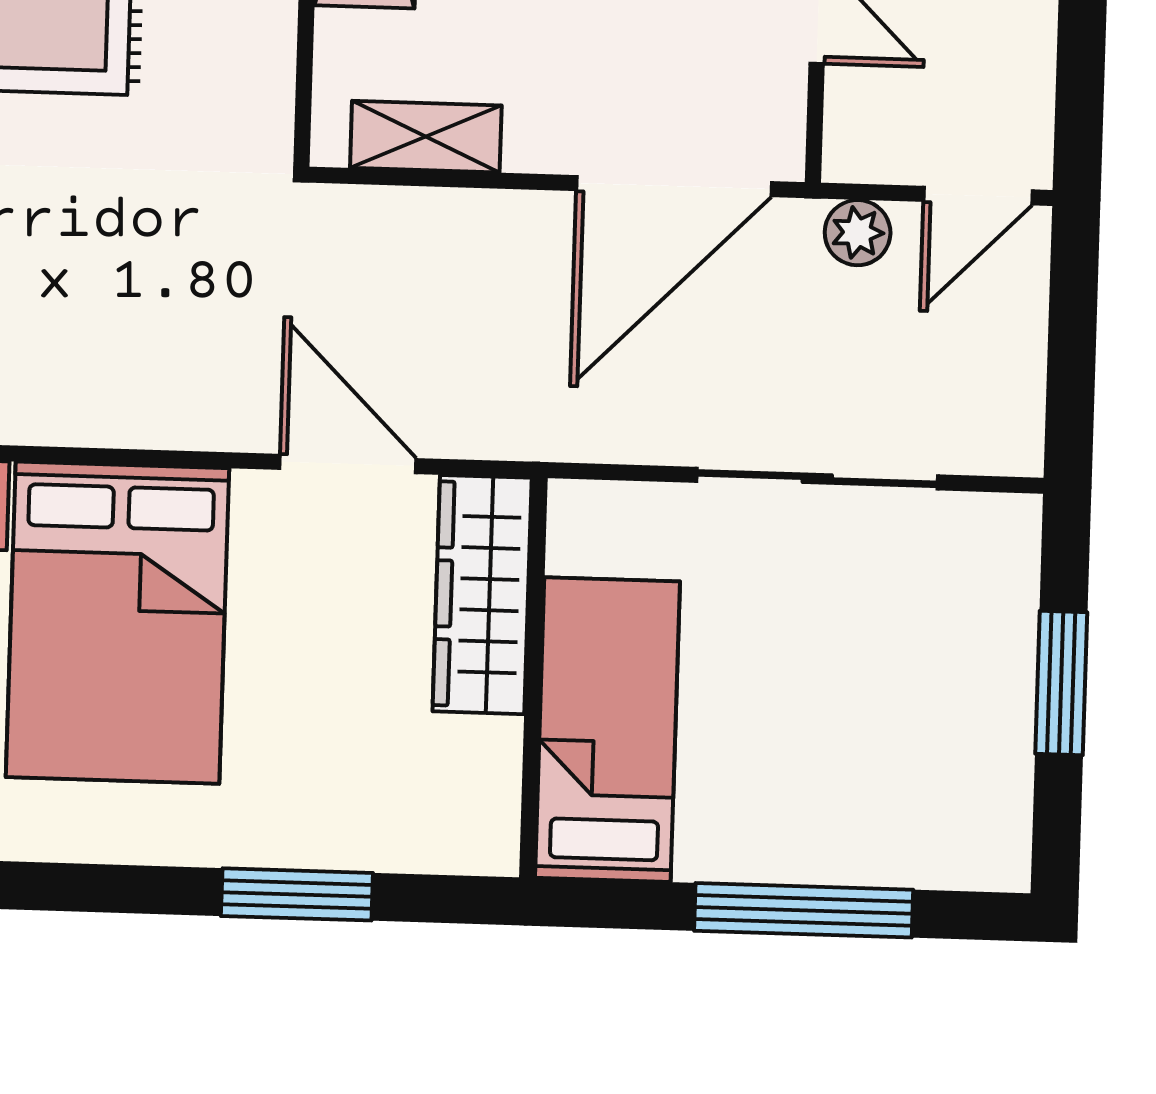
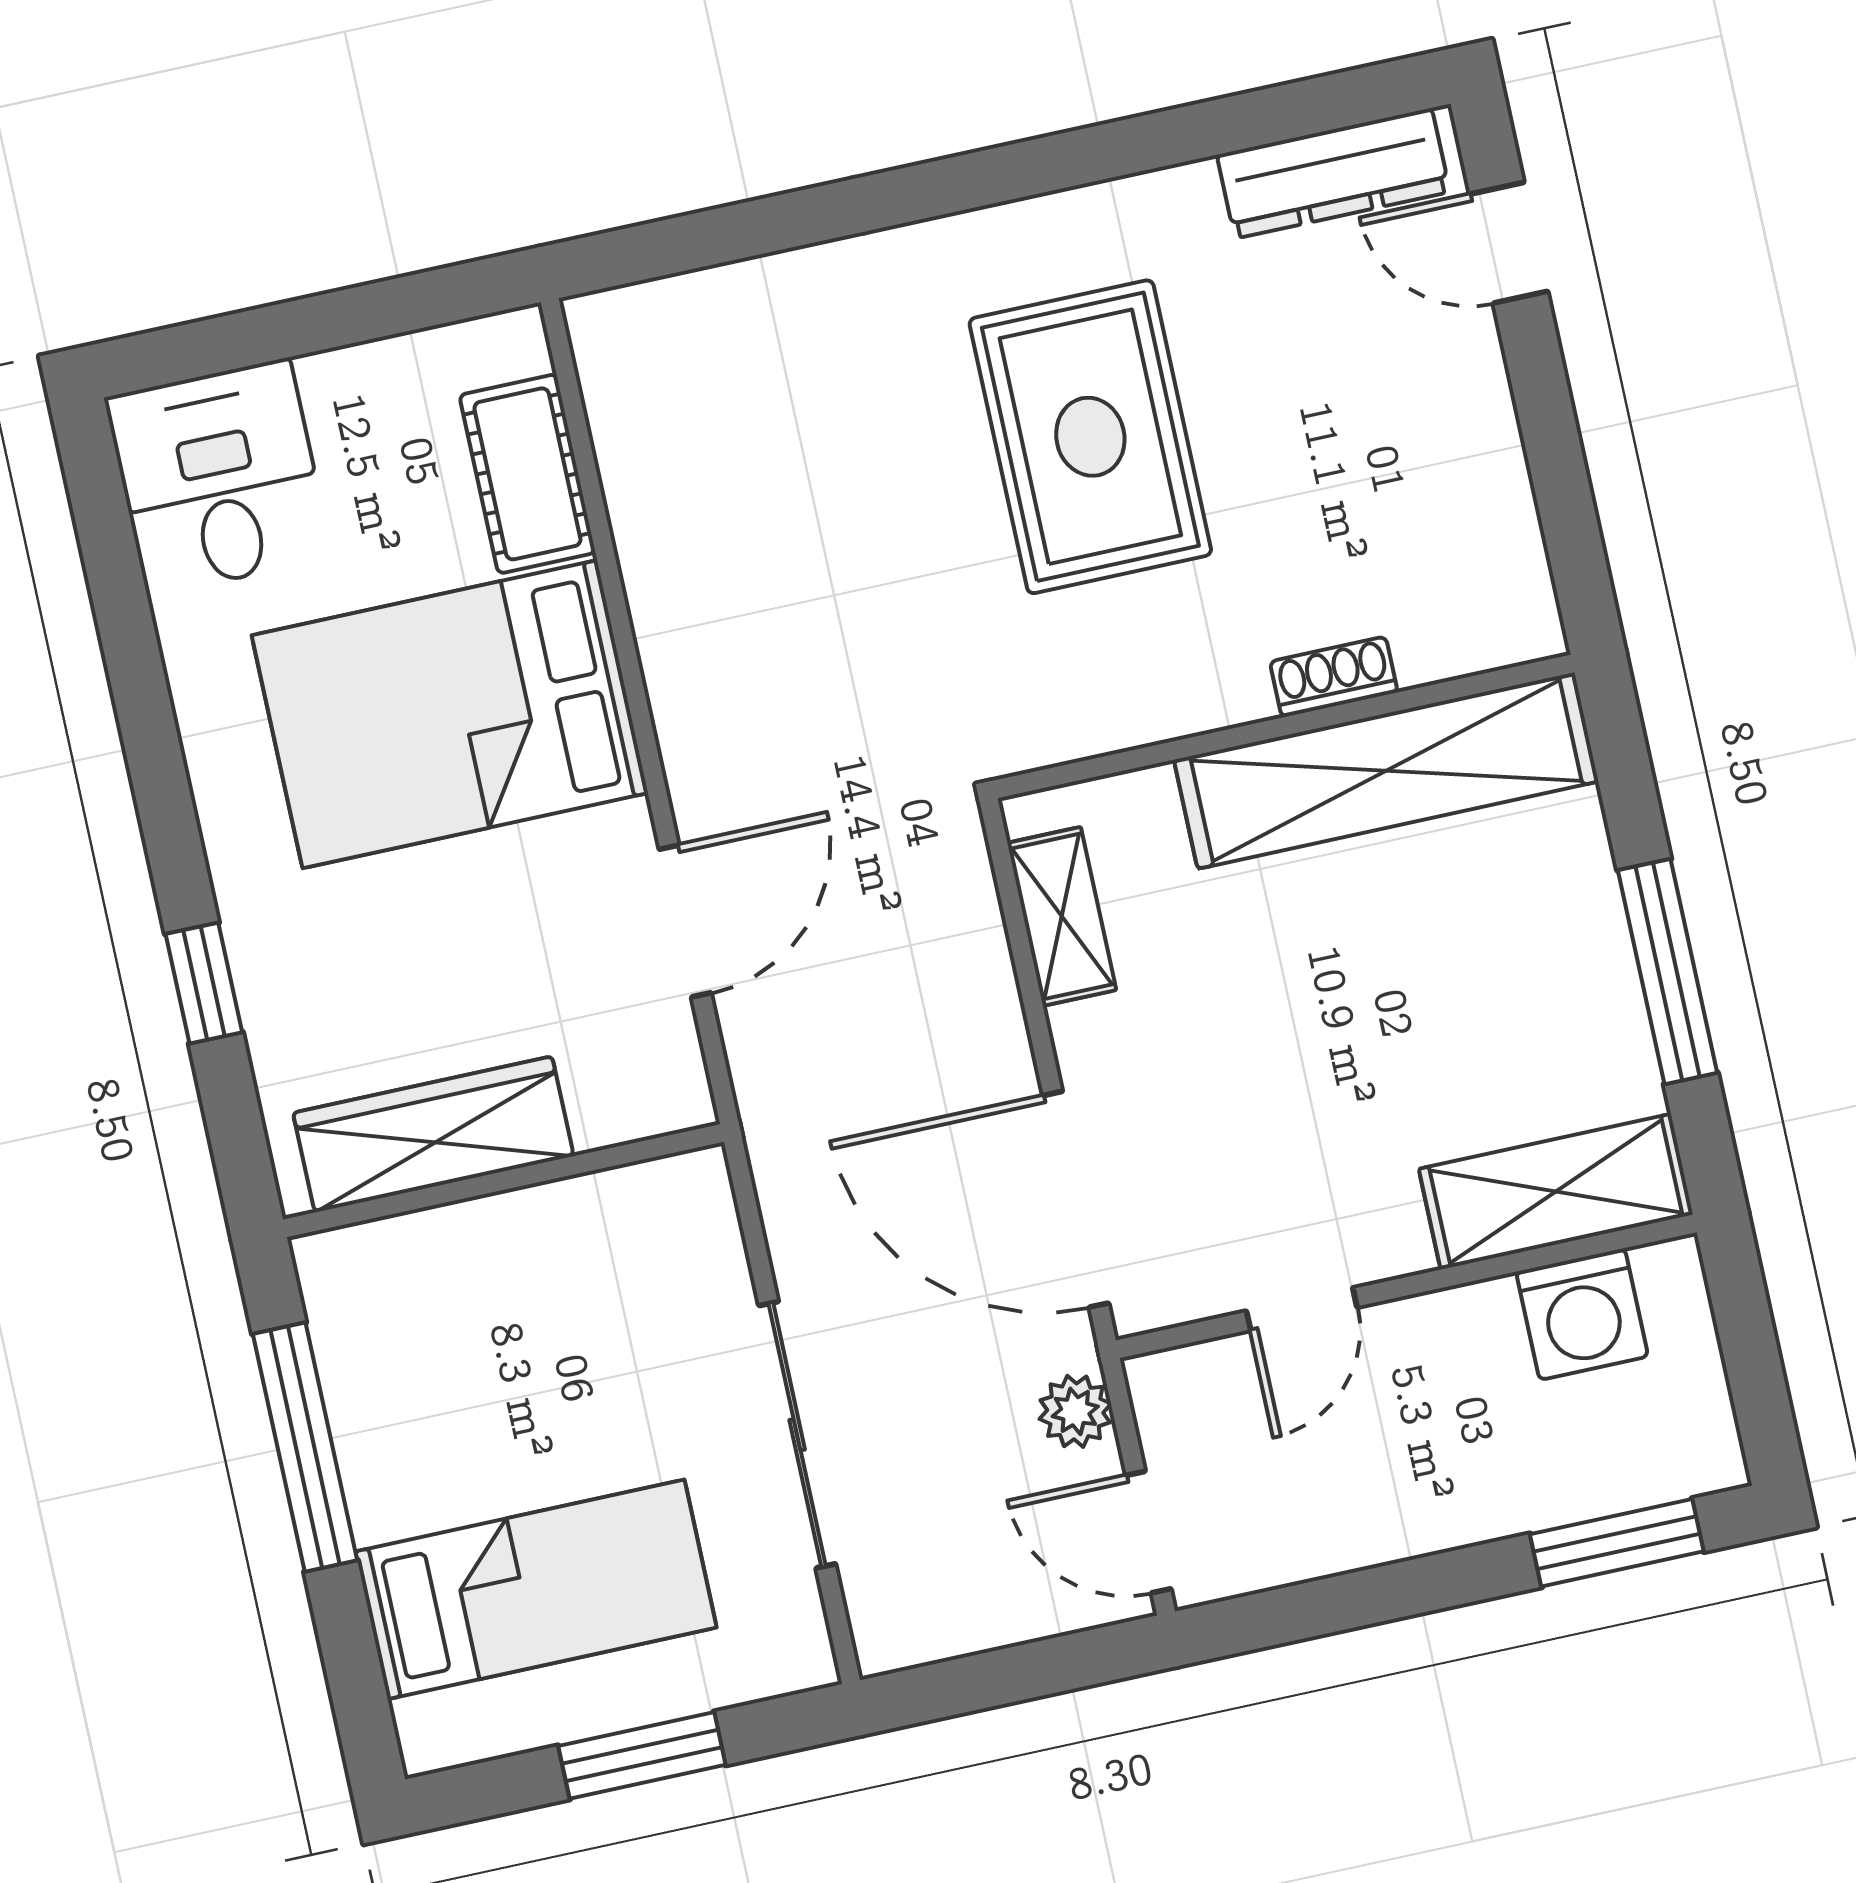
wardrobe: (482, 595) -> (433, 1134), moved
bed: (607, 730) -> (536, 1589), moved
window: (297, 894) -> (204, 983), width x0.67
window: (804, 910) -> (305, 1447), moved

